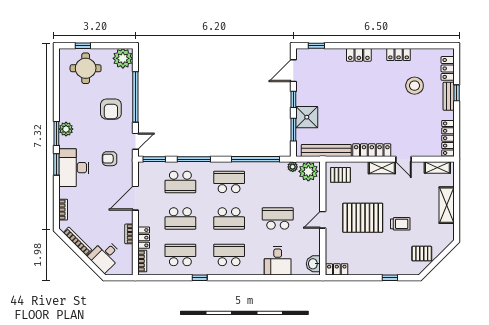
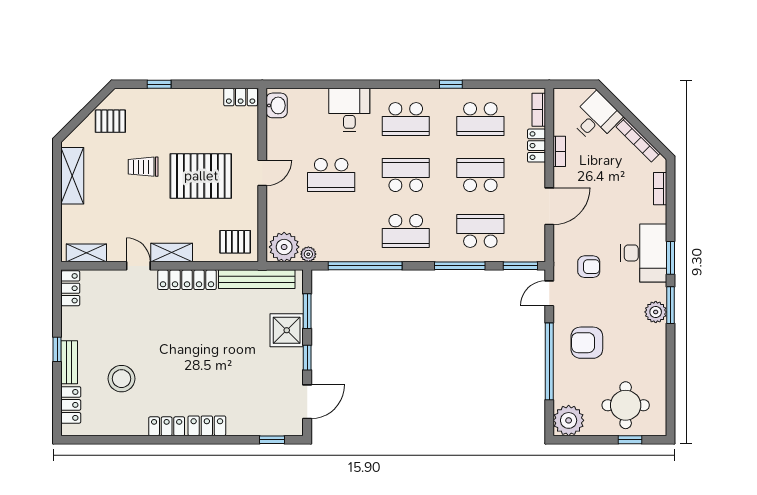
locker: (399, 55) -> (167, 426), moved
window: (457, 93) -> (57, 349), moved
armchair: (111, 109) -> (587, 343), turned -90
locker: (448, 138) -> (70, 288), width x0.66
shelving: (447, 205) -> (72, 176), moved
desk: (278, 261) -> (349, 110), moved

